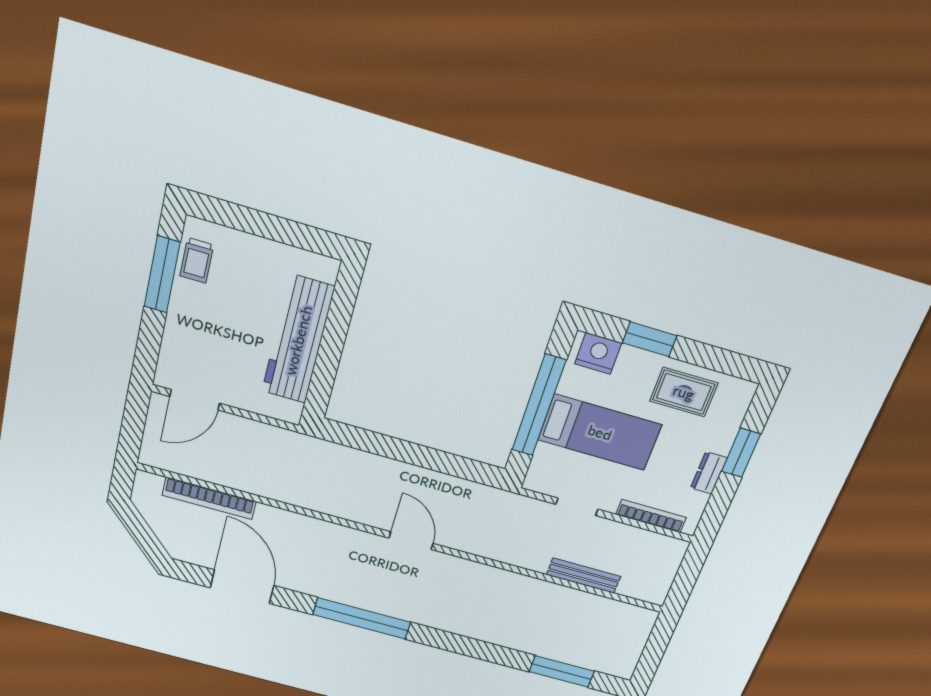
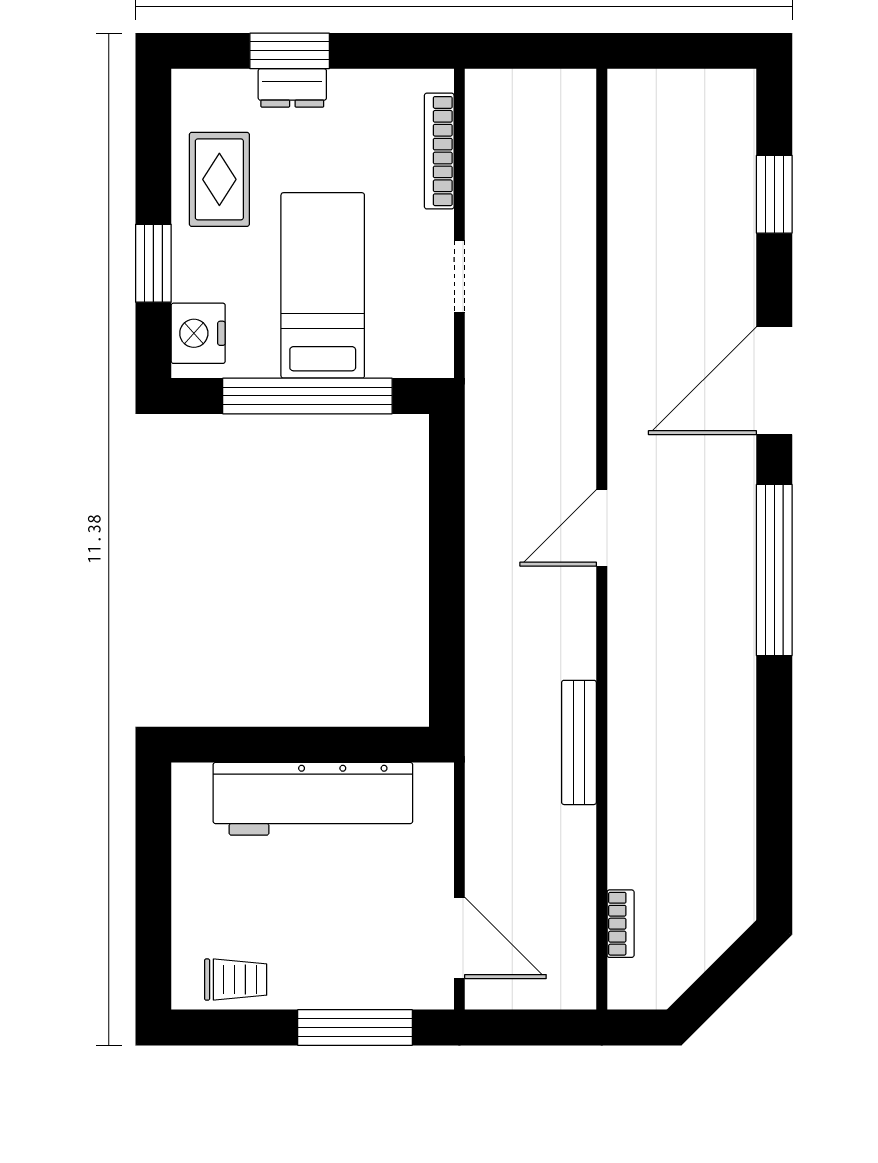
window: (162, 275) -> (355, 1028), moved
dresser: (709, 473) -> (292, 88), moved
bookcase: (209, 498) -> (621, 924), width x0.43, depth x0.76
bench: (584, 576) -> (579, 742), moved
door: (242, 587) -> (774, 381), moved
window: (562, 671) -> (774, 194), width x0.69

